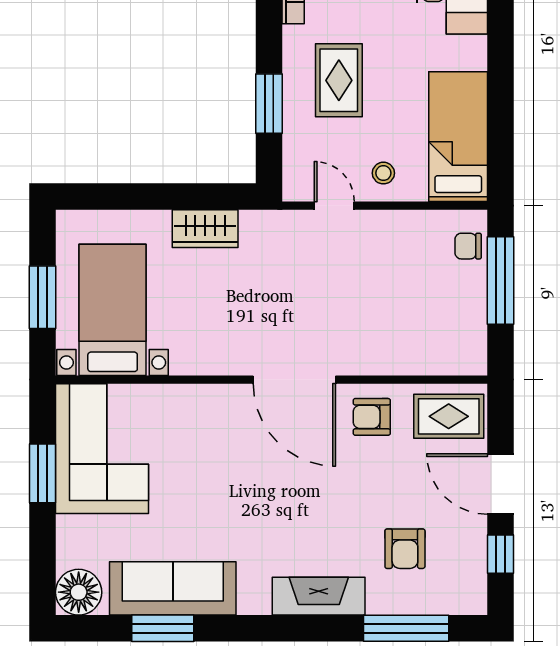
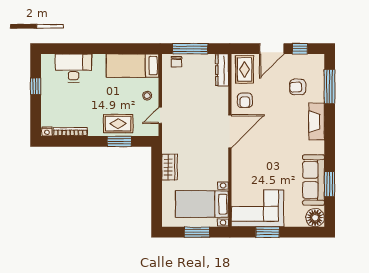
rug: (339, 80) -> (118, 124), moved
dresser: (447, 360) -> (222, 70), added
armchair: (405, 549) -> (298, 87), turned 180

